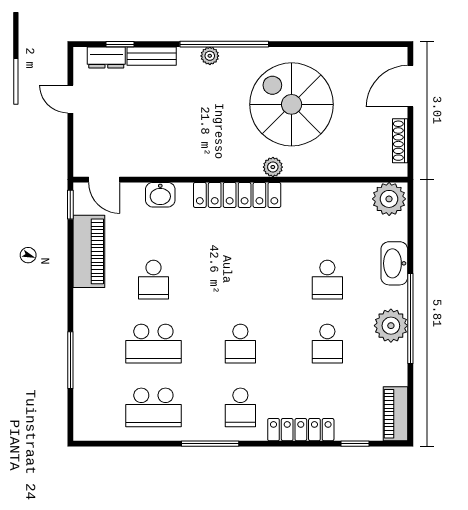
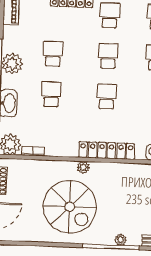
bookcase: (353, 189) -> (33, 151), added
school desk: (240, 280) -> (107, 97), added

